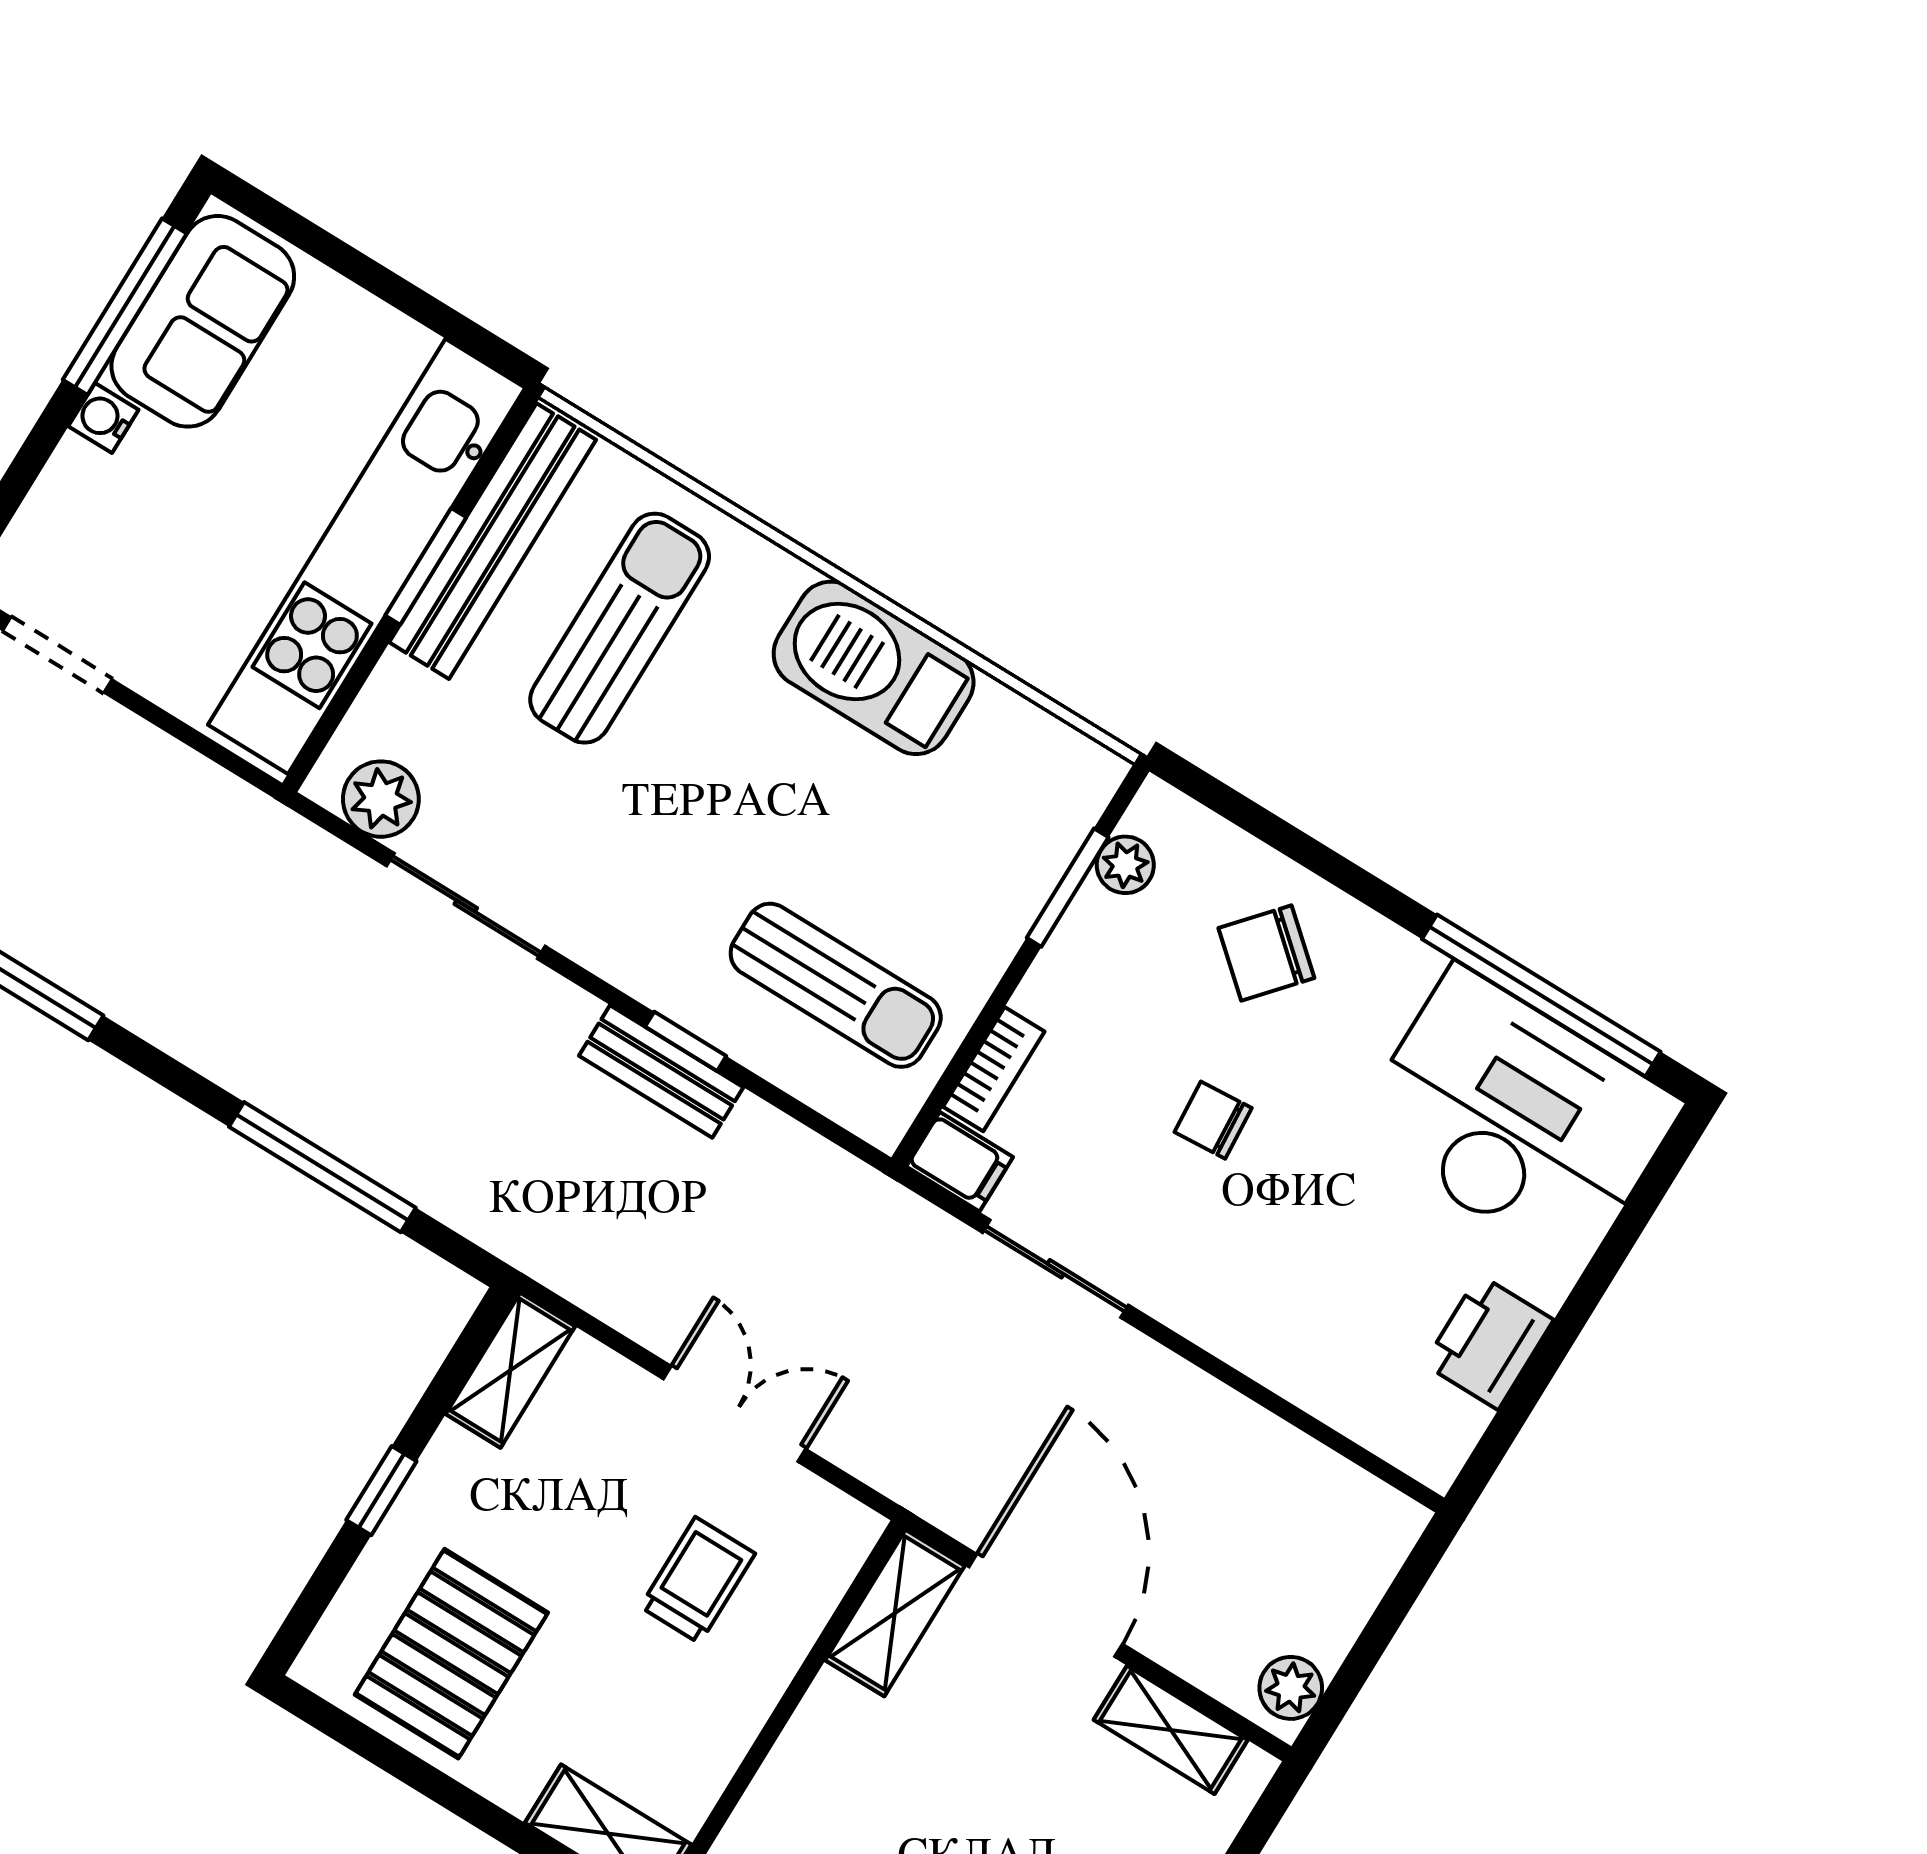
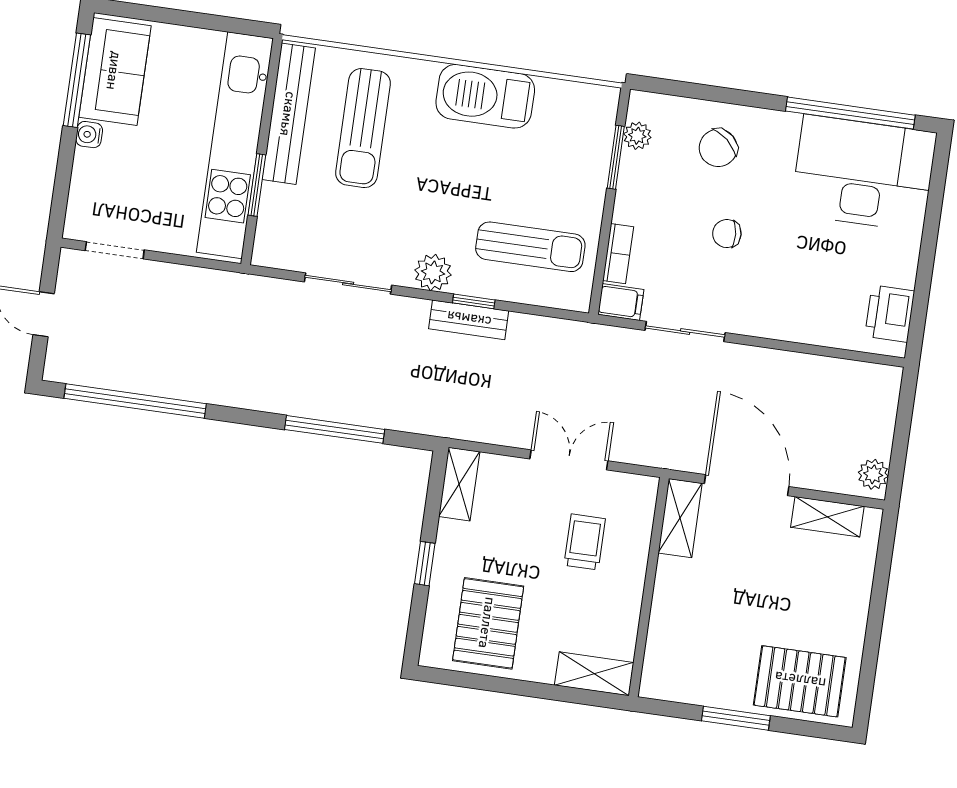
window: (426, 566) -> (257, 185), moved
sun lounger: (620, 628) -> (363, 128), turned 180
plant: (381, 799) -> (433, 272), moved
printer: (1488, 1342) -> (890, 314), moved

